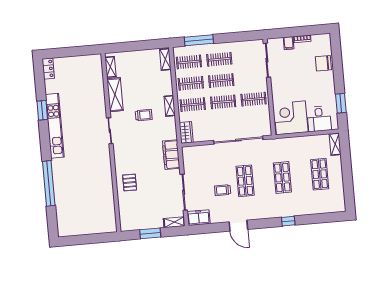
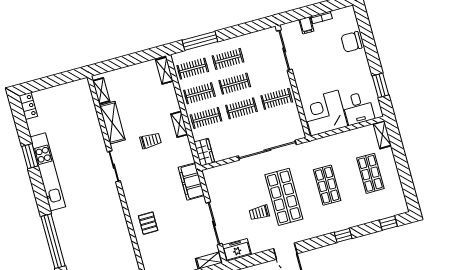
shop shelf: (245, 181) -> (284, 197), width x1.43, depth x1.36
window: (327, 218) -> (388, 223), added

